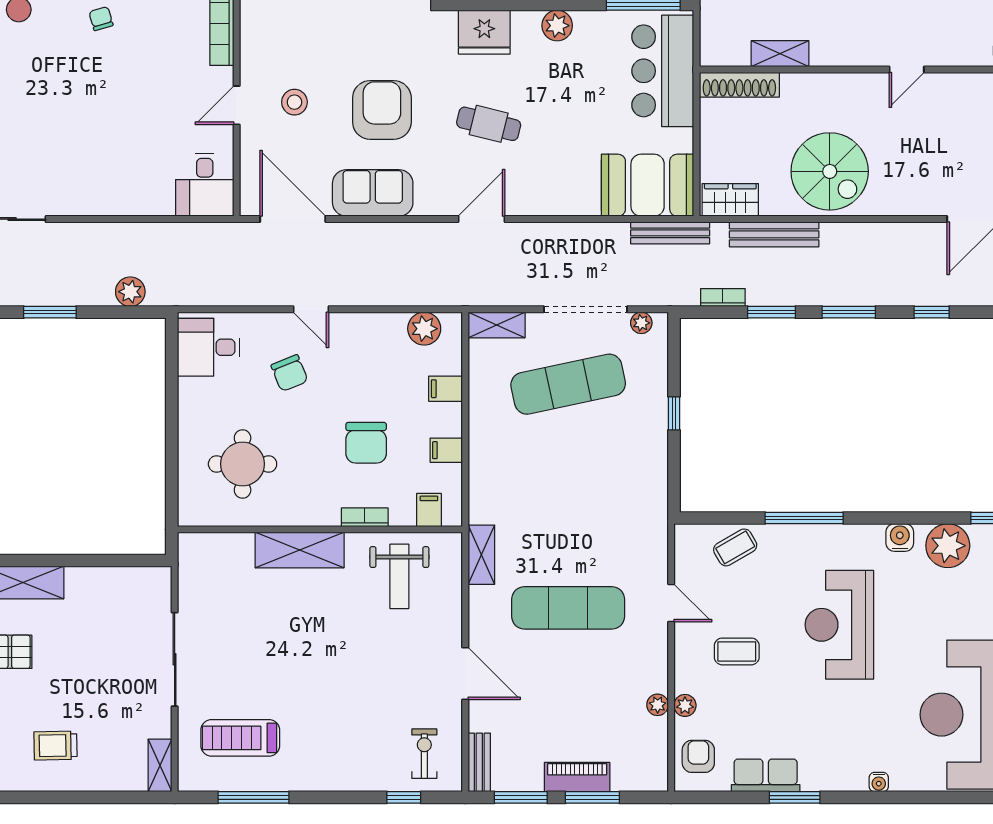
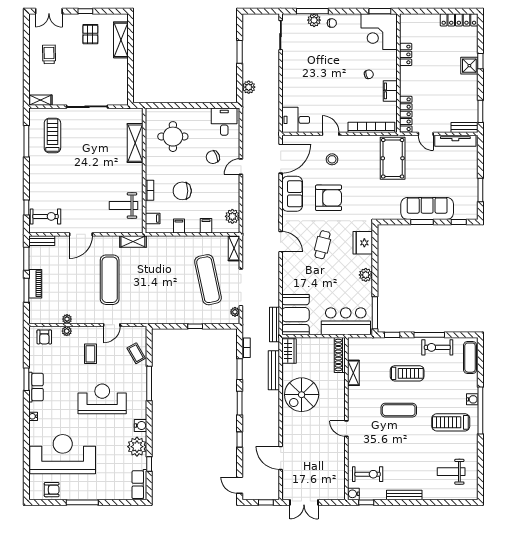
shelving: (300, 550) -> (135, 143), moved
exercise bike: (424, 754) -> (45, 216), width x1.38, depth x1.39
armchair: (698, 756) -> (44, 337), turned 90
row of seats: (766, 775) -> (36, 387), moved

